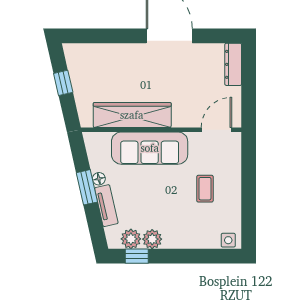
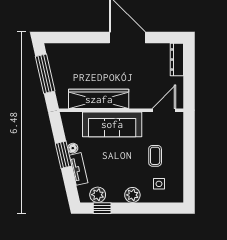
window: (63, 83) -> (45, 74), width x2.17
plant: (152, 239) -> (132, 195), moved
side table: (228, 240) -> (159, 184), moved

